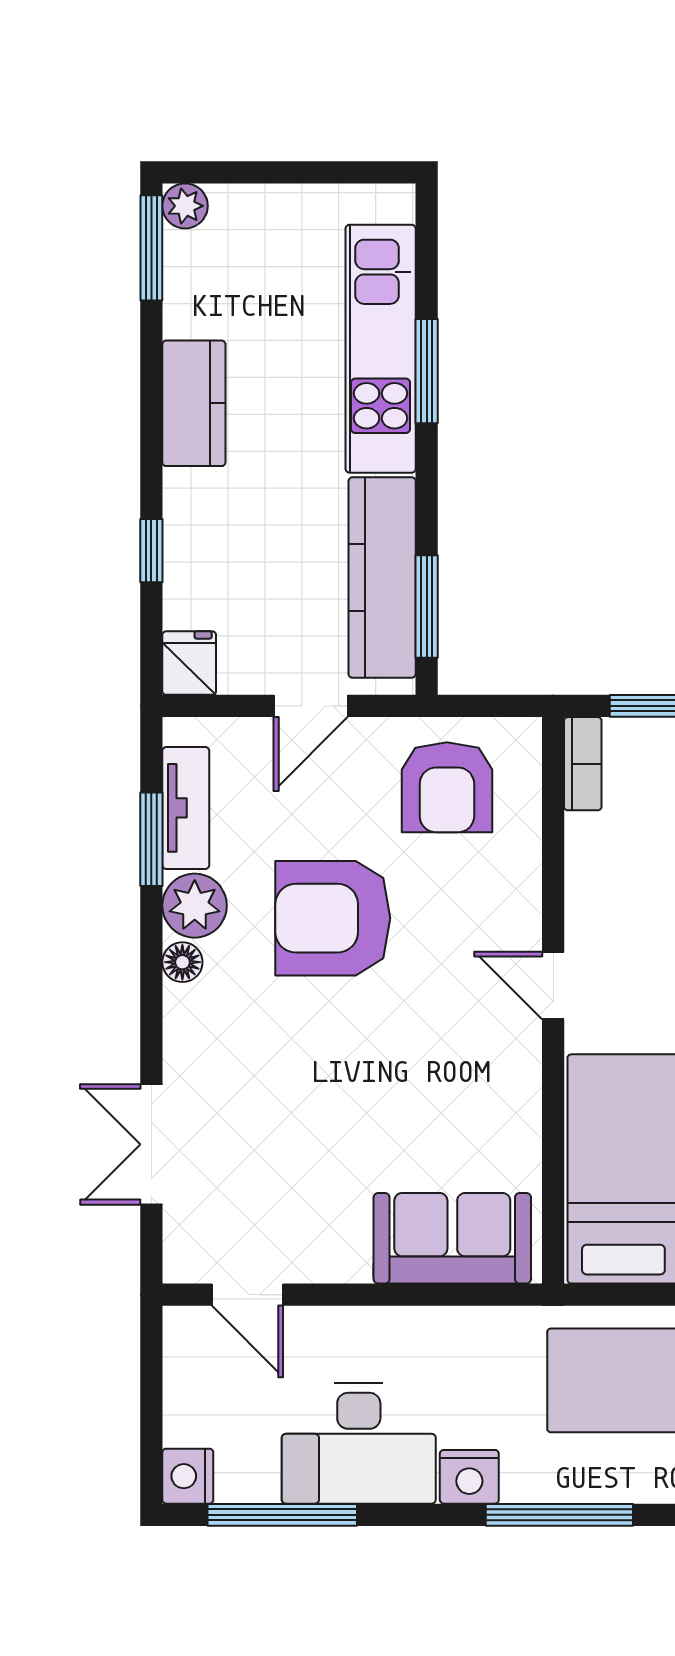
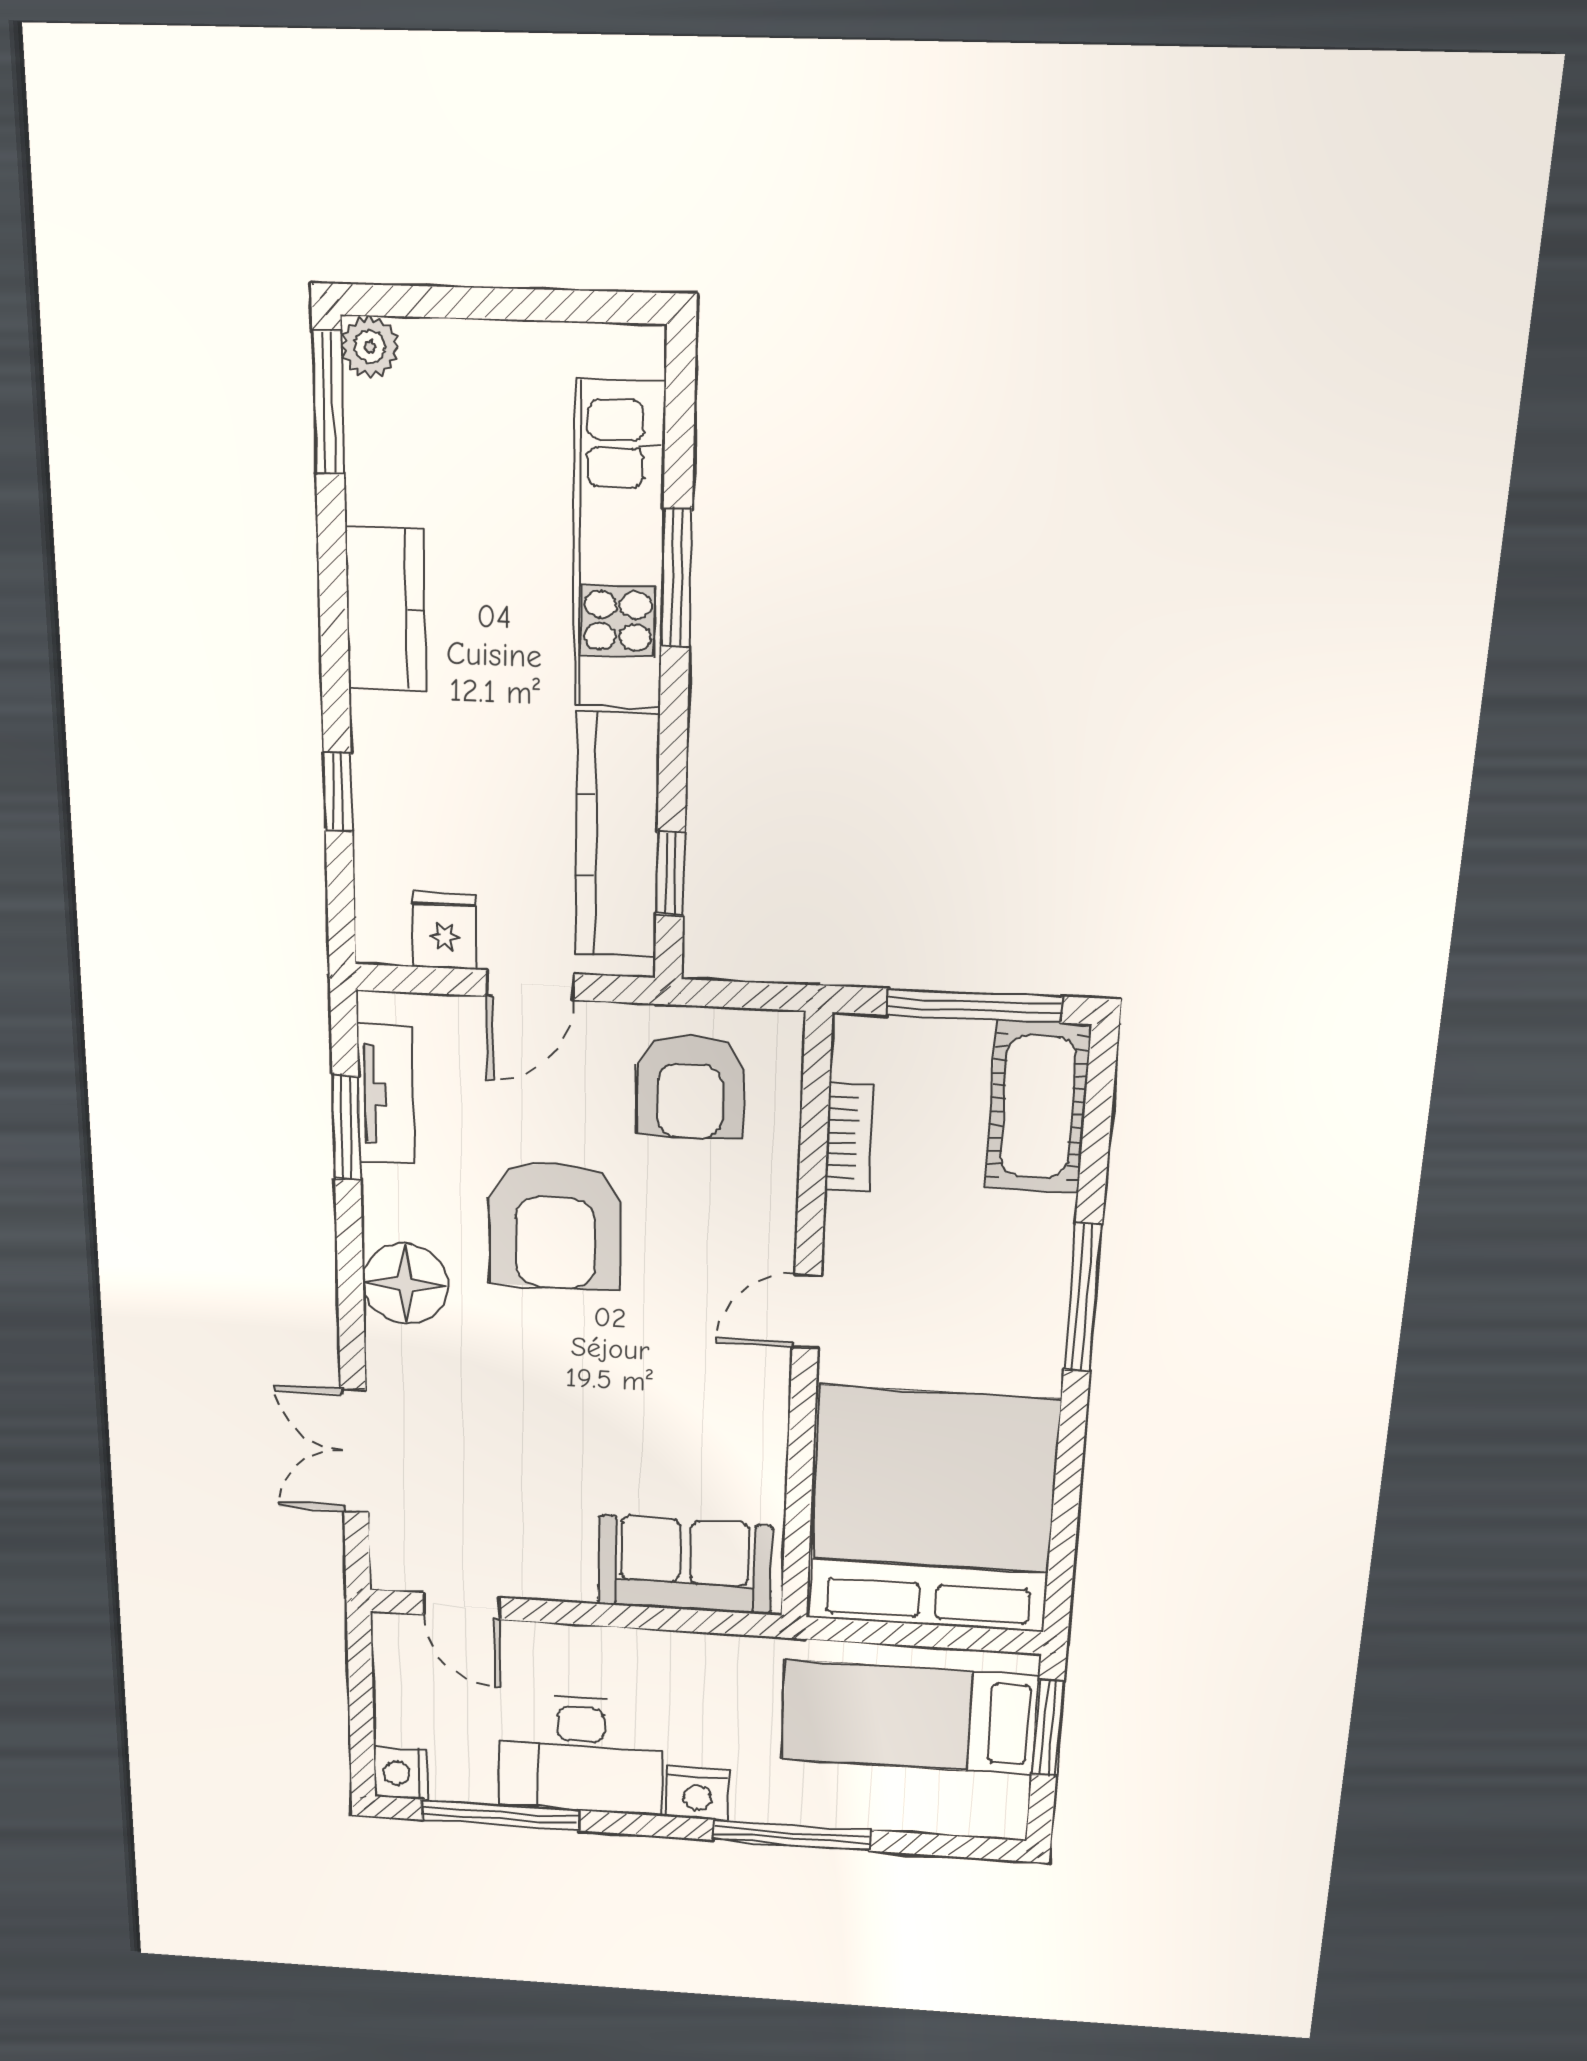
window: (427, 607) -> (670, 873), width x0.67
fridge: (189, 663) -> (444, 931), moved
bookcase: (583, 764) -> (849, 1138), moved
plant: (195, 906) -> (397, 1203), removed
armchair: (333, 918) -> (555, 1225), turned -90
floor lamp: (182, 962) -> (405, 1284), width x1.89, depth x1.89
door: (553, 985) -> (807, 1311), hinge flipped

